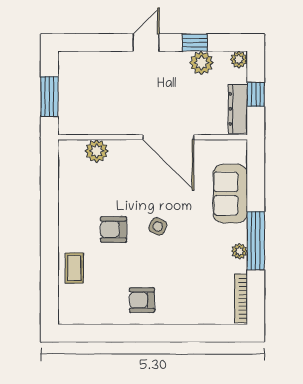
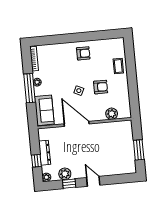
door: (146, 42) -> (93, 181), swing flipped
wall: (153, 137) -> (84, 123), moved
door: (168, 137) -> (77, 124), moved
plant: (97, 151) -> (112, 114), moved

